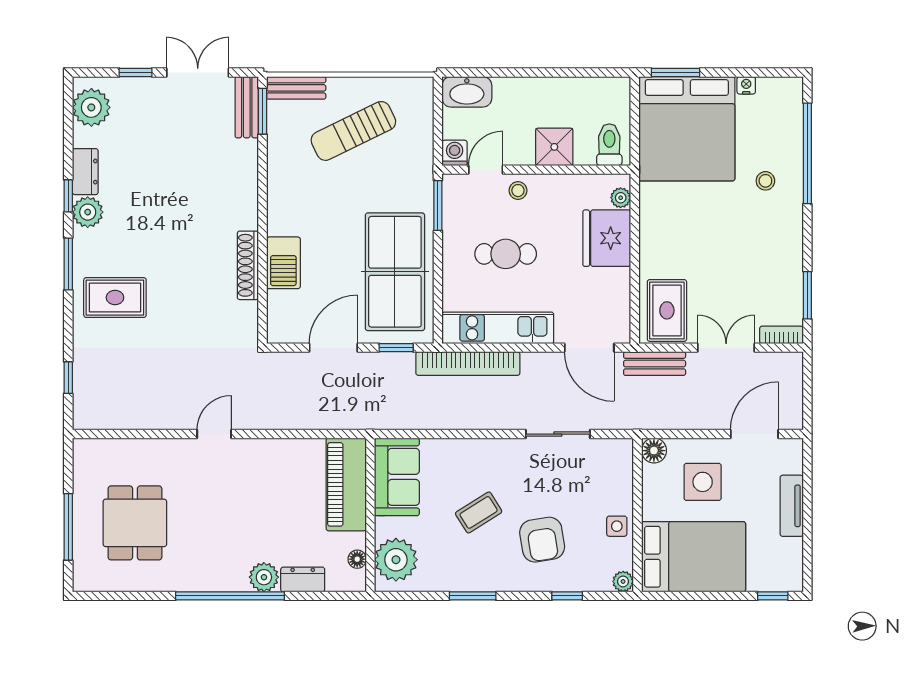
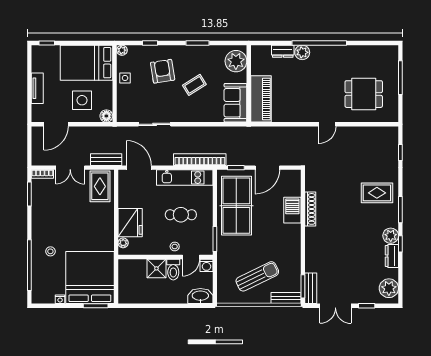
toilet: (609, 145) -> (173, 270), moved
dining table: (135, 523) -> (364, 94), moved, turned 90
floor lamp: (357, 559) -> (255, 61), removed

